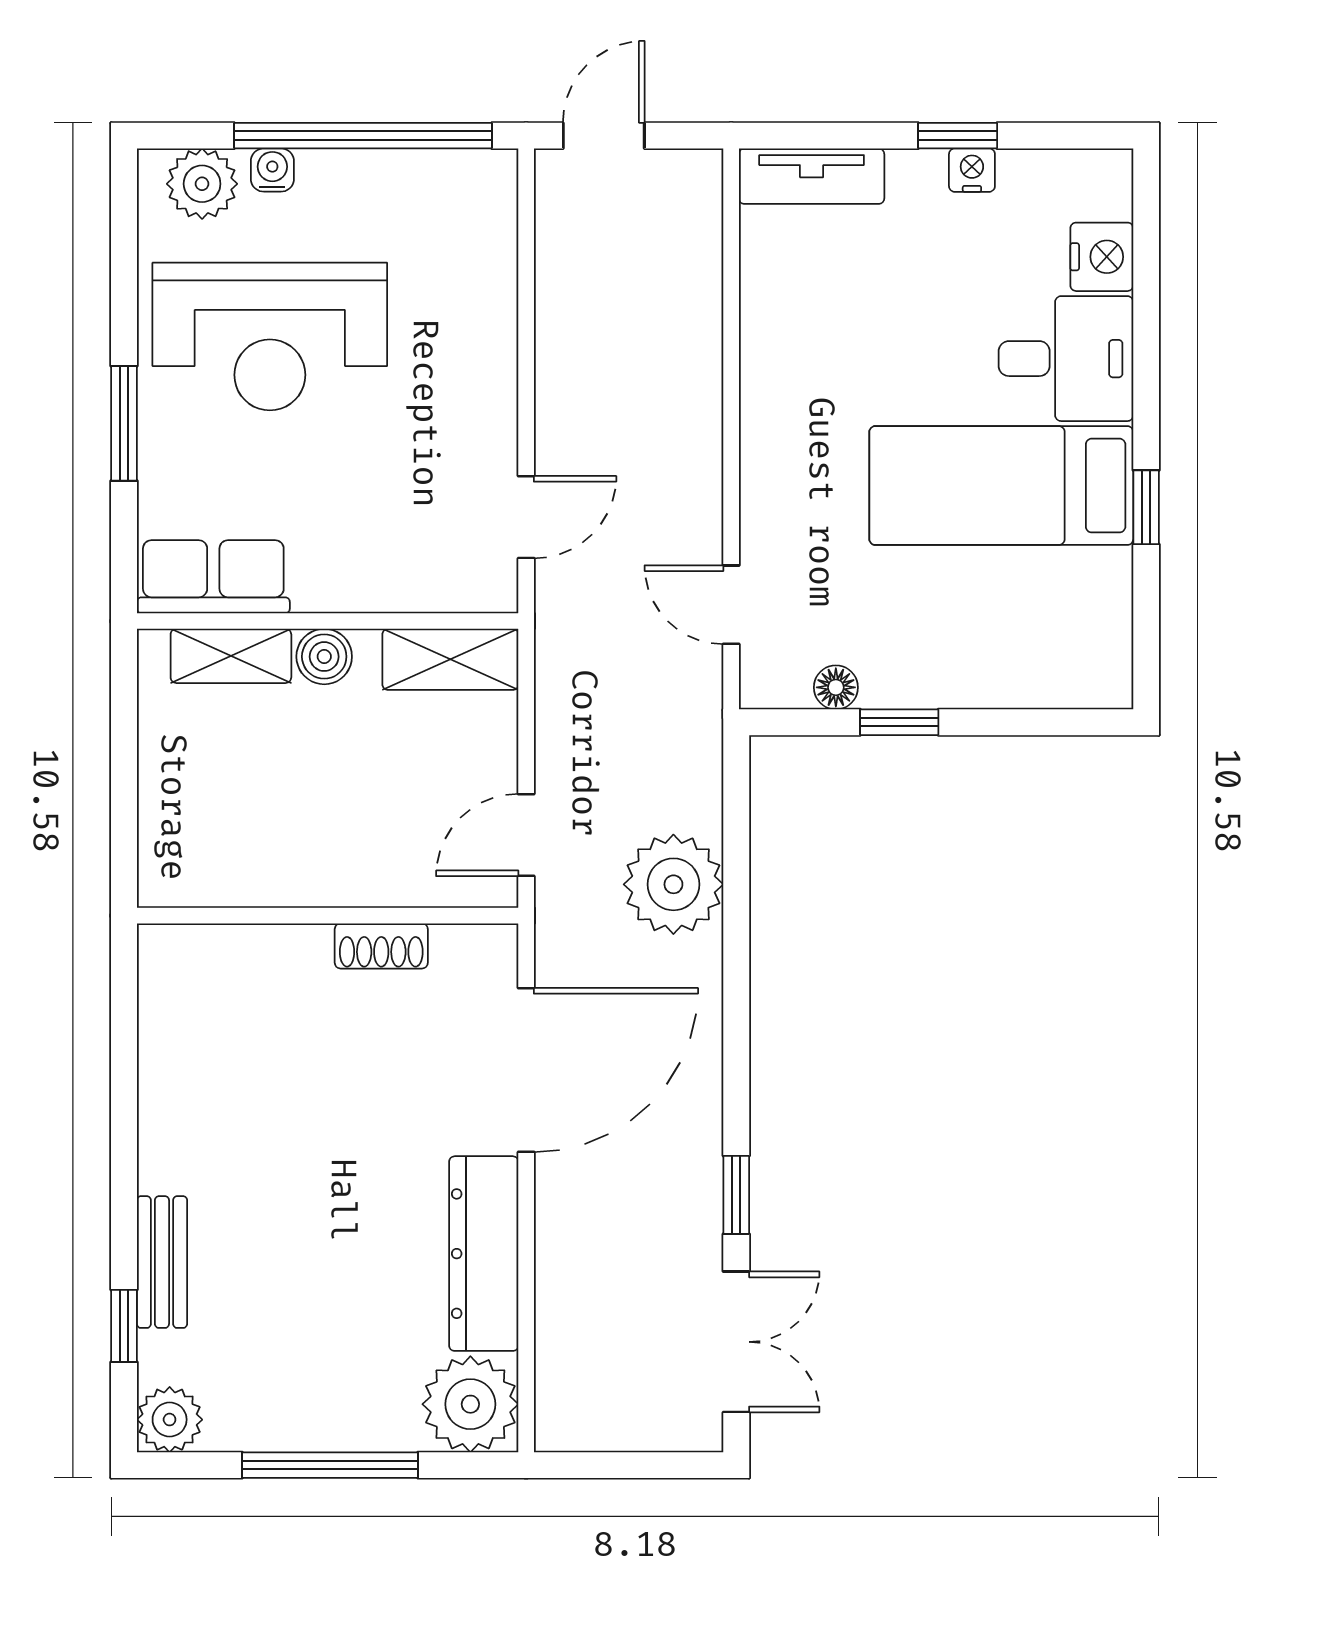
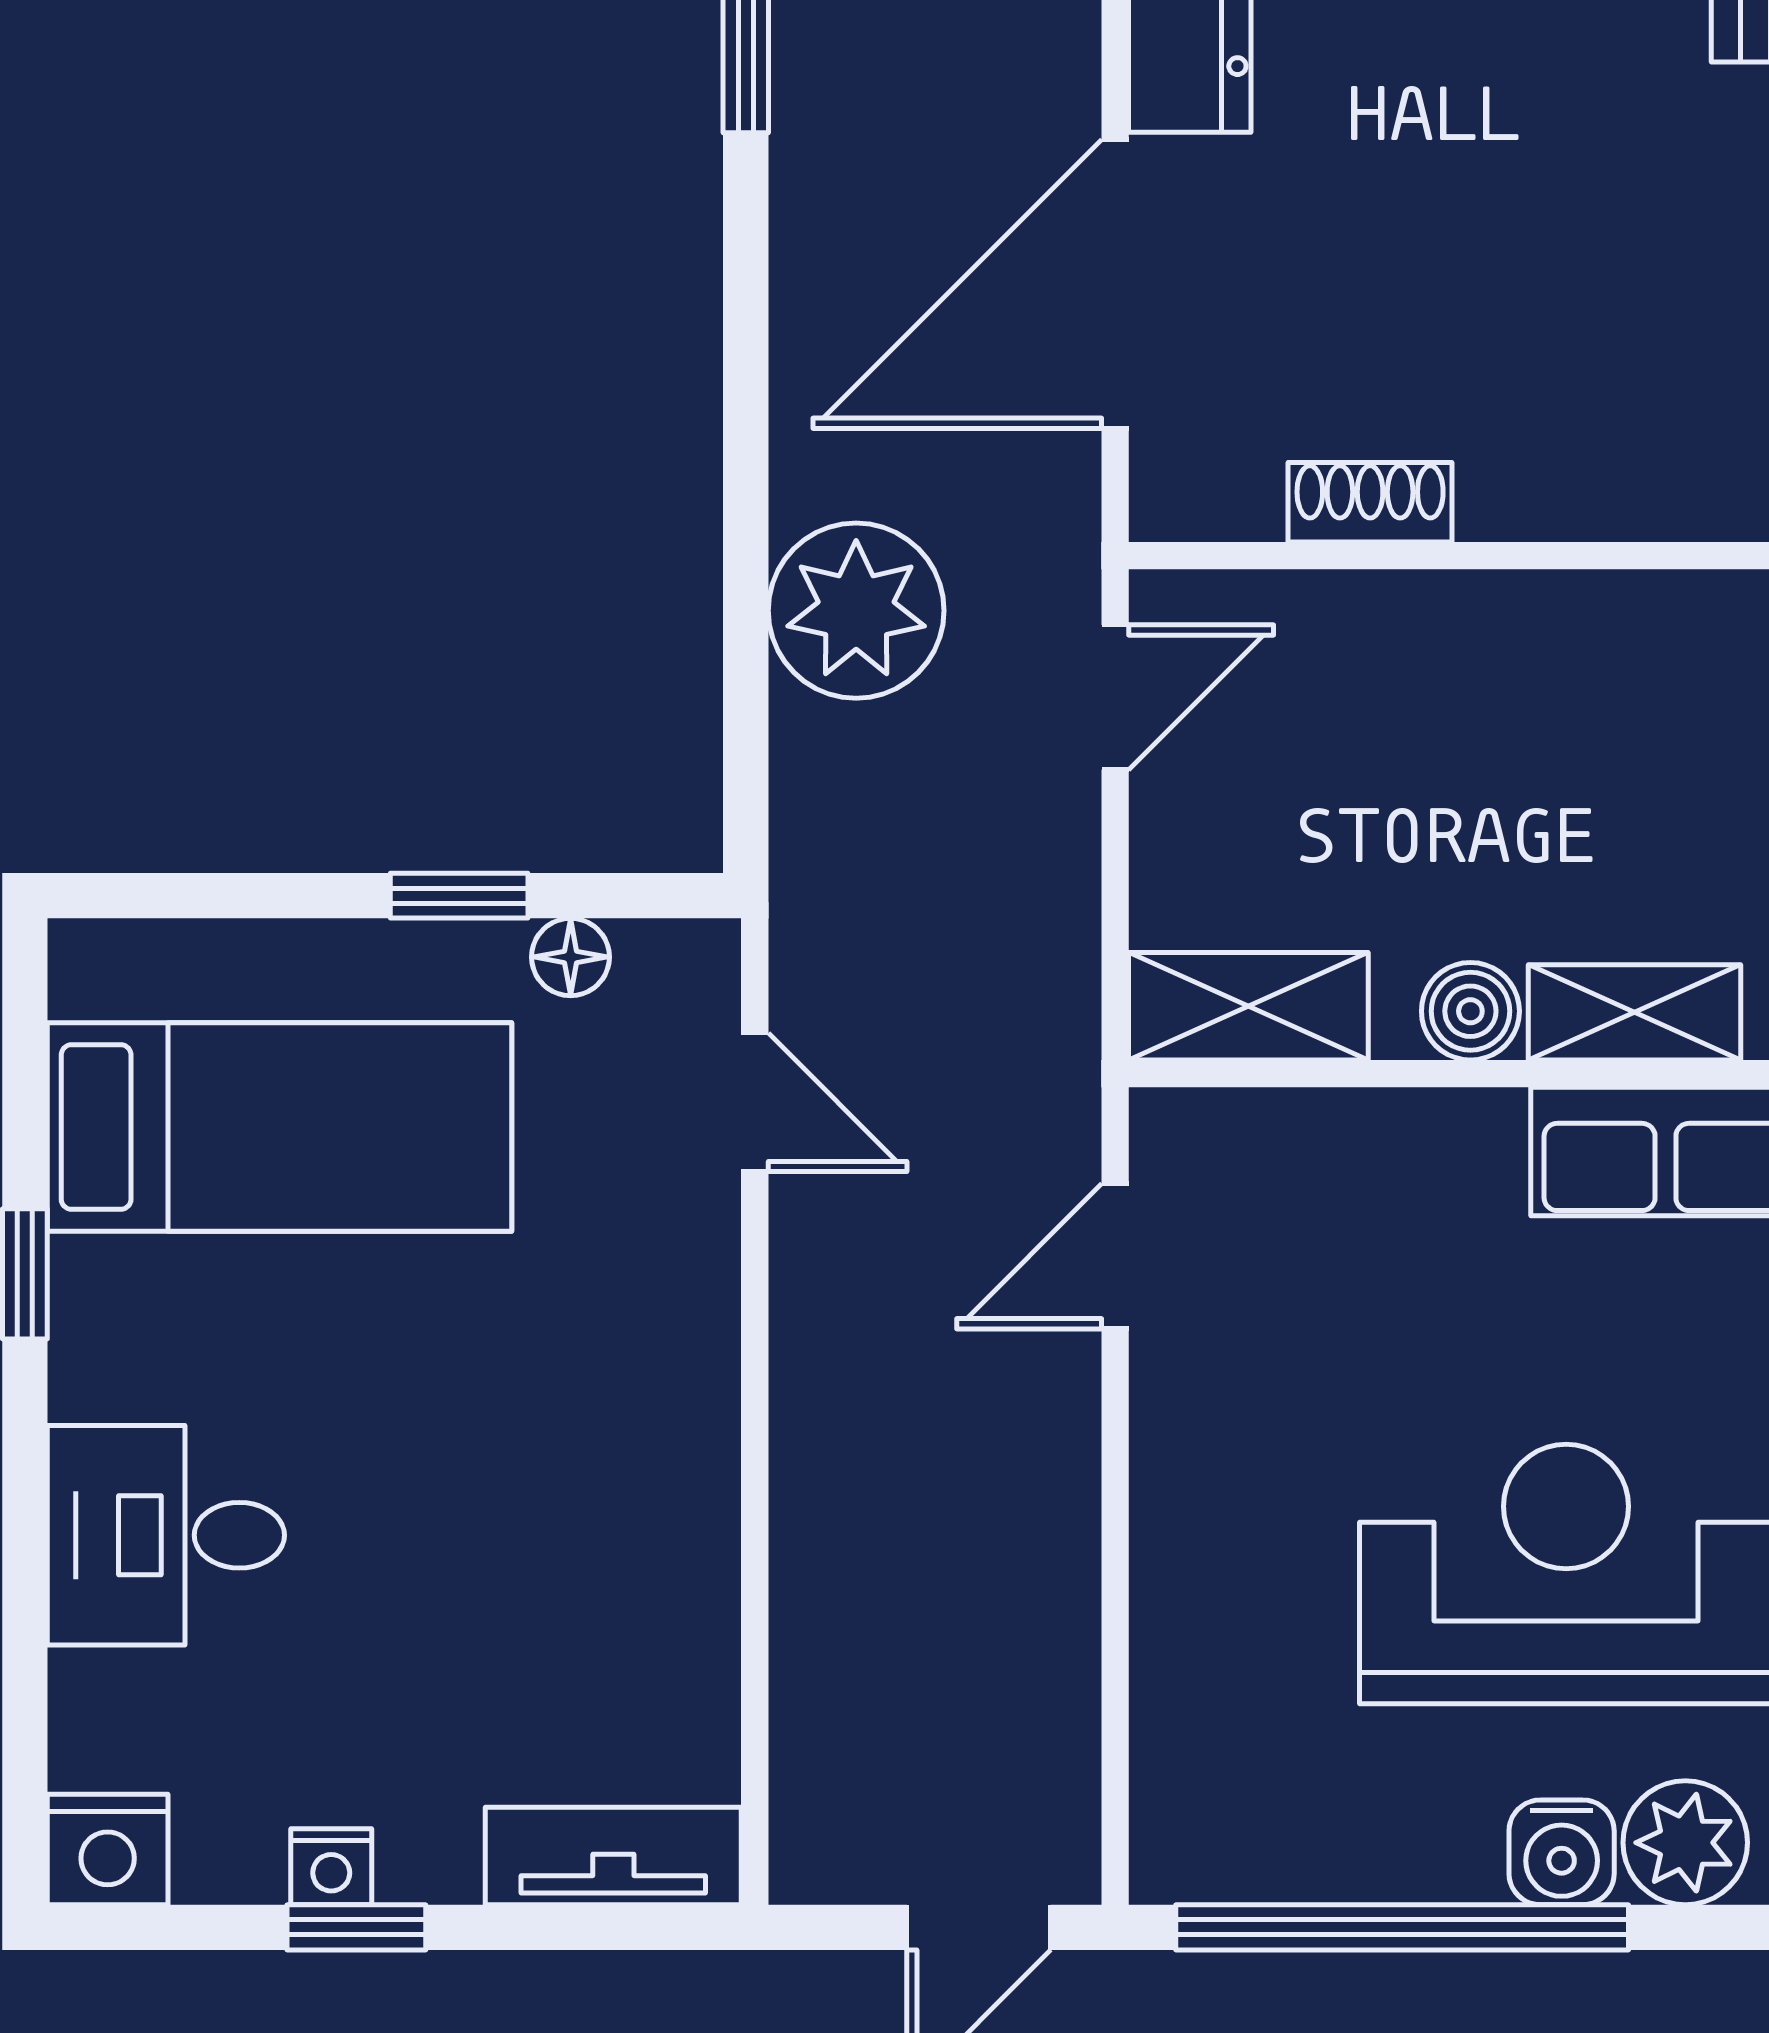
water cooler: (272, 170) -> (1562, 1852), width x1.38, depth x1.38
nightstand: (1102, 257) -> (108, 1849), moved, turned -90
bed: (1001, 486) -> (279, 1127), moved

